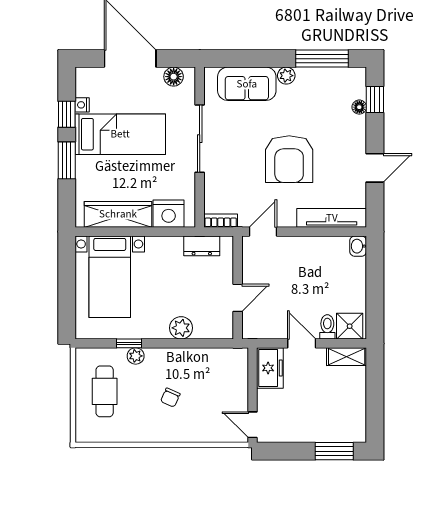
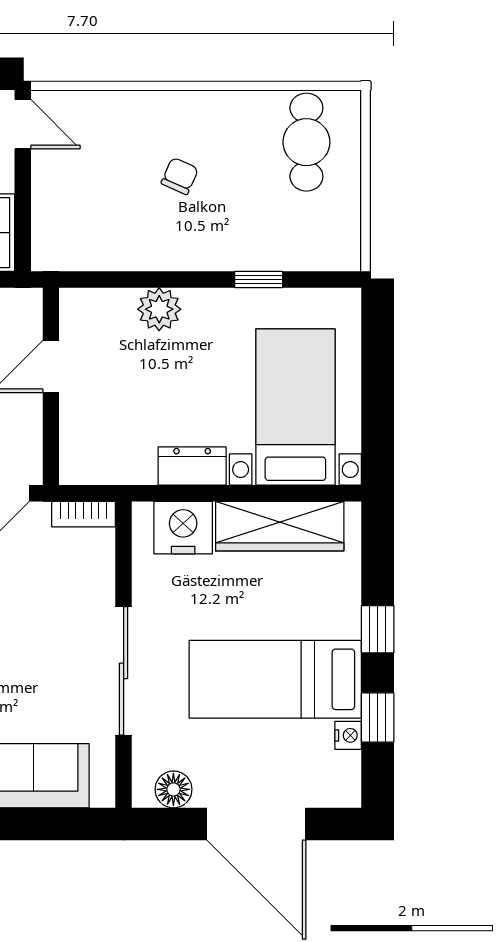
window: (67, 160) -> (378, 629), width x0.67
dresser: (202, 246) -> (192, 466), moved
plant: (136, 356) -> (246, 256), removed
cafe table: (105, 391) -> (306, 142), moved

